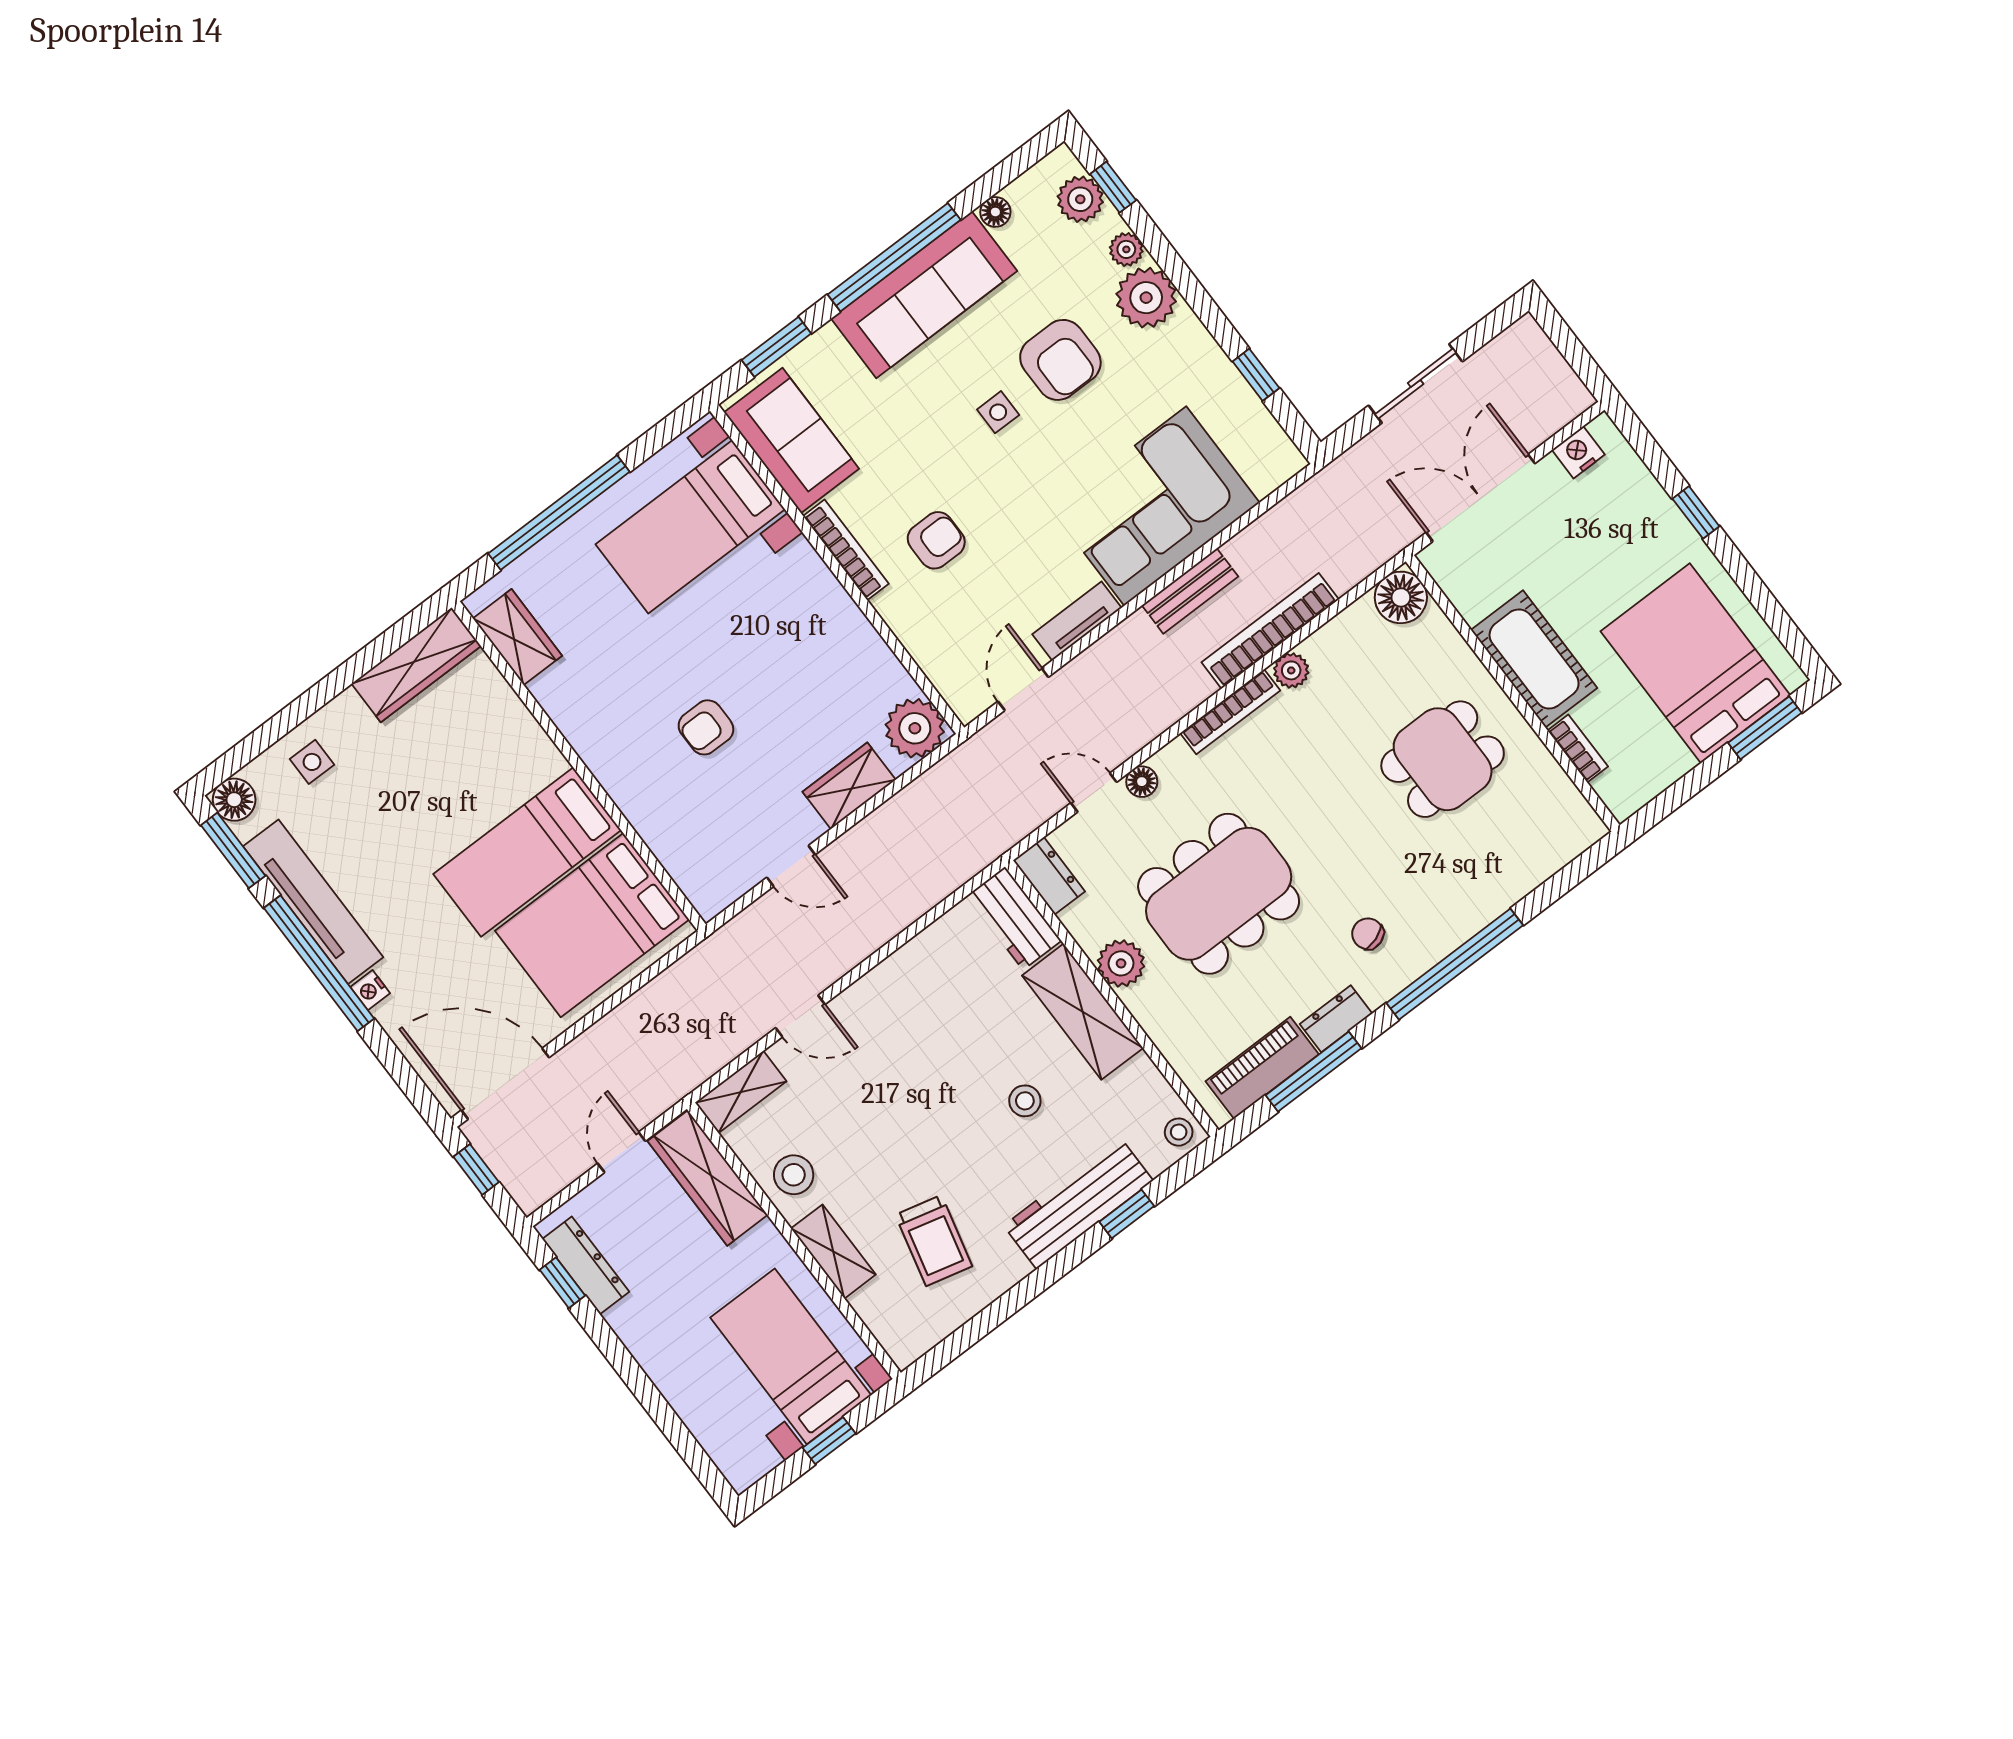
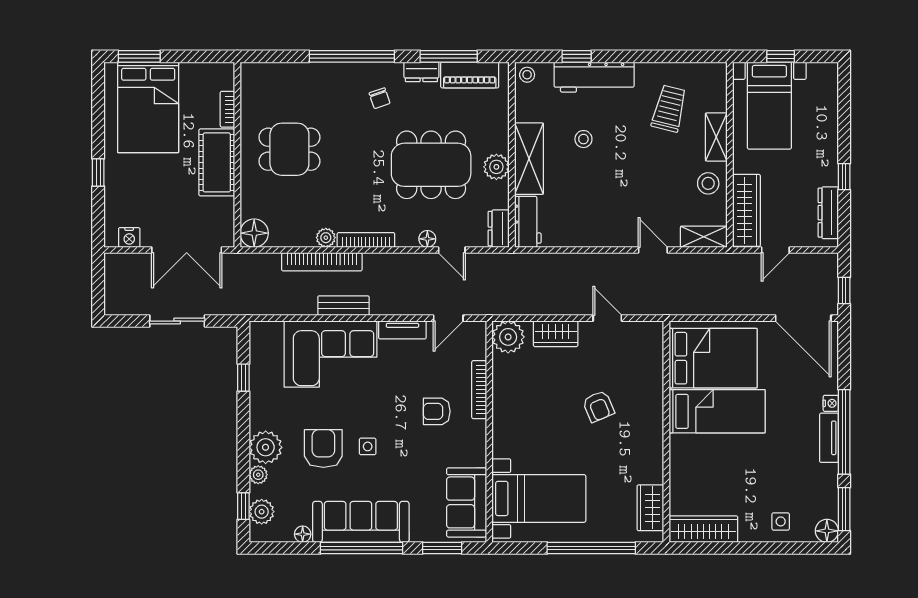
bookcase: (846, 550) -> (479, 390), moved
armchair: (706, 727) -> (598, 406), turned 67
tv unit: (313, 902) -> (829, 438), width x0.52, depth x0.78
window: (562, 1283) -> (844, 177), moved

